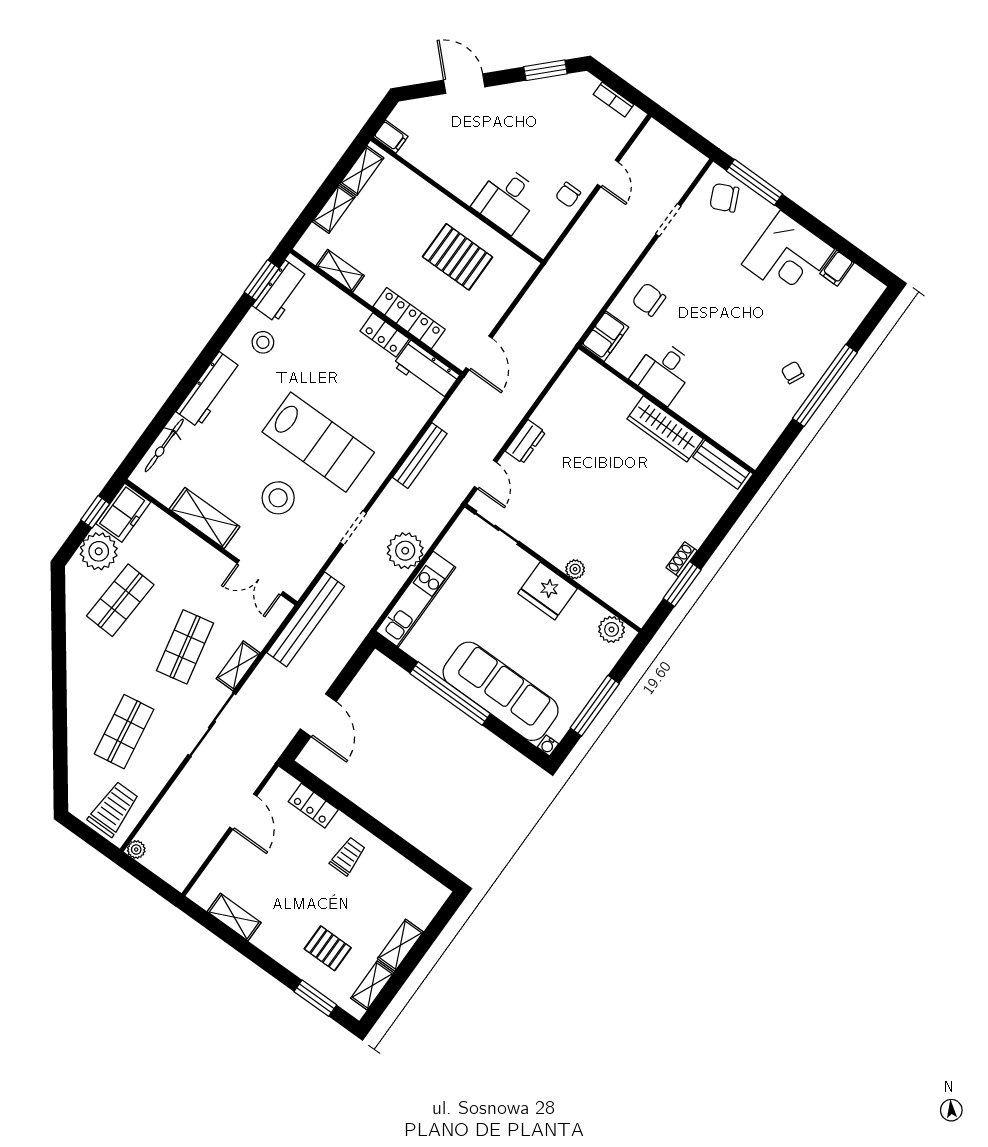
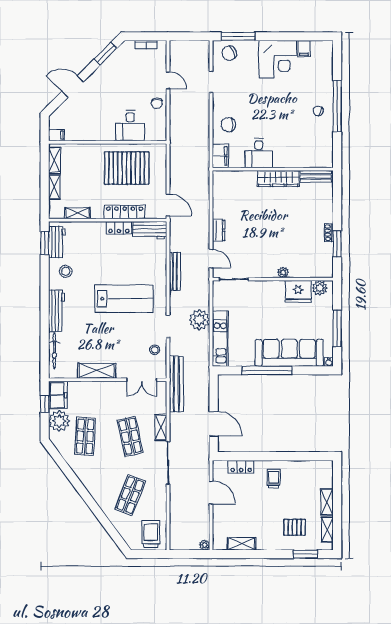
pallet: (458, 257) -> (127, 168), width x1.37, depth x1.41
stool: (278, 498) -> (155, 350), moved, width x0.53, depth x0.53
fridge: (547, 591) -> (298, 291), moved
shop shelf: (124, 732) -> (130, 495), turned 30
plant: (136, 850) -> (205, 545), moved

